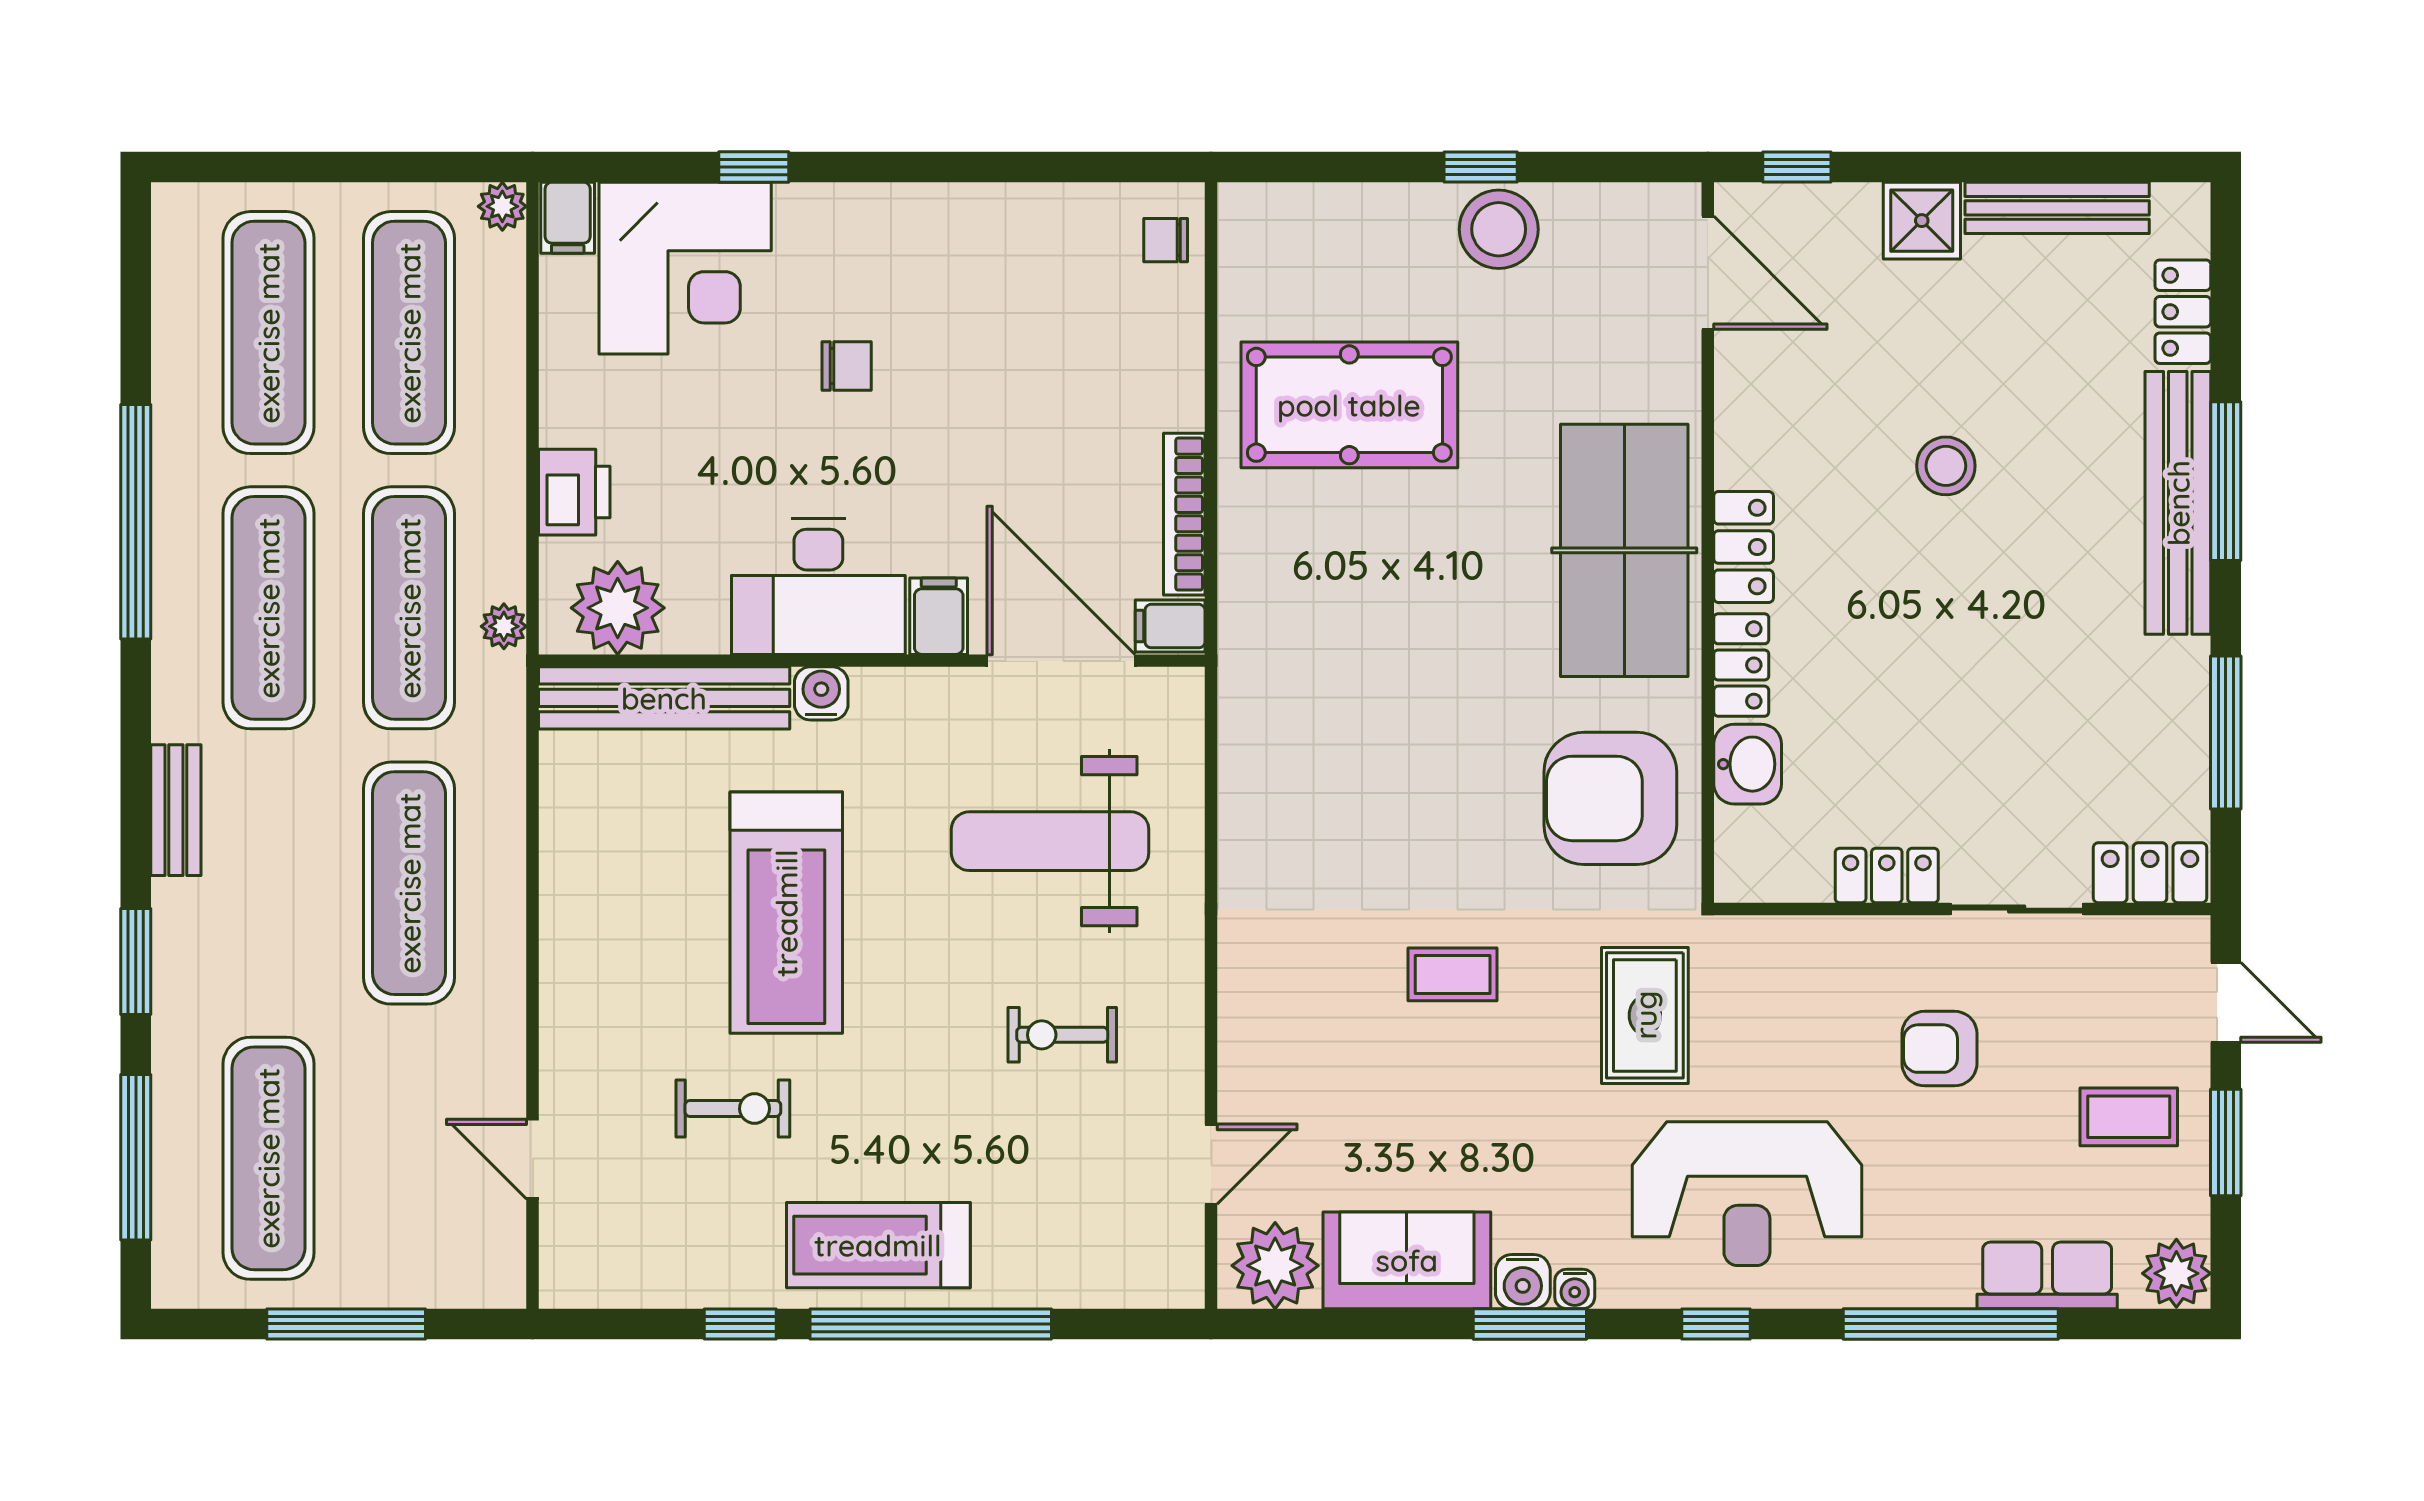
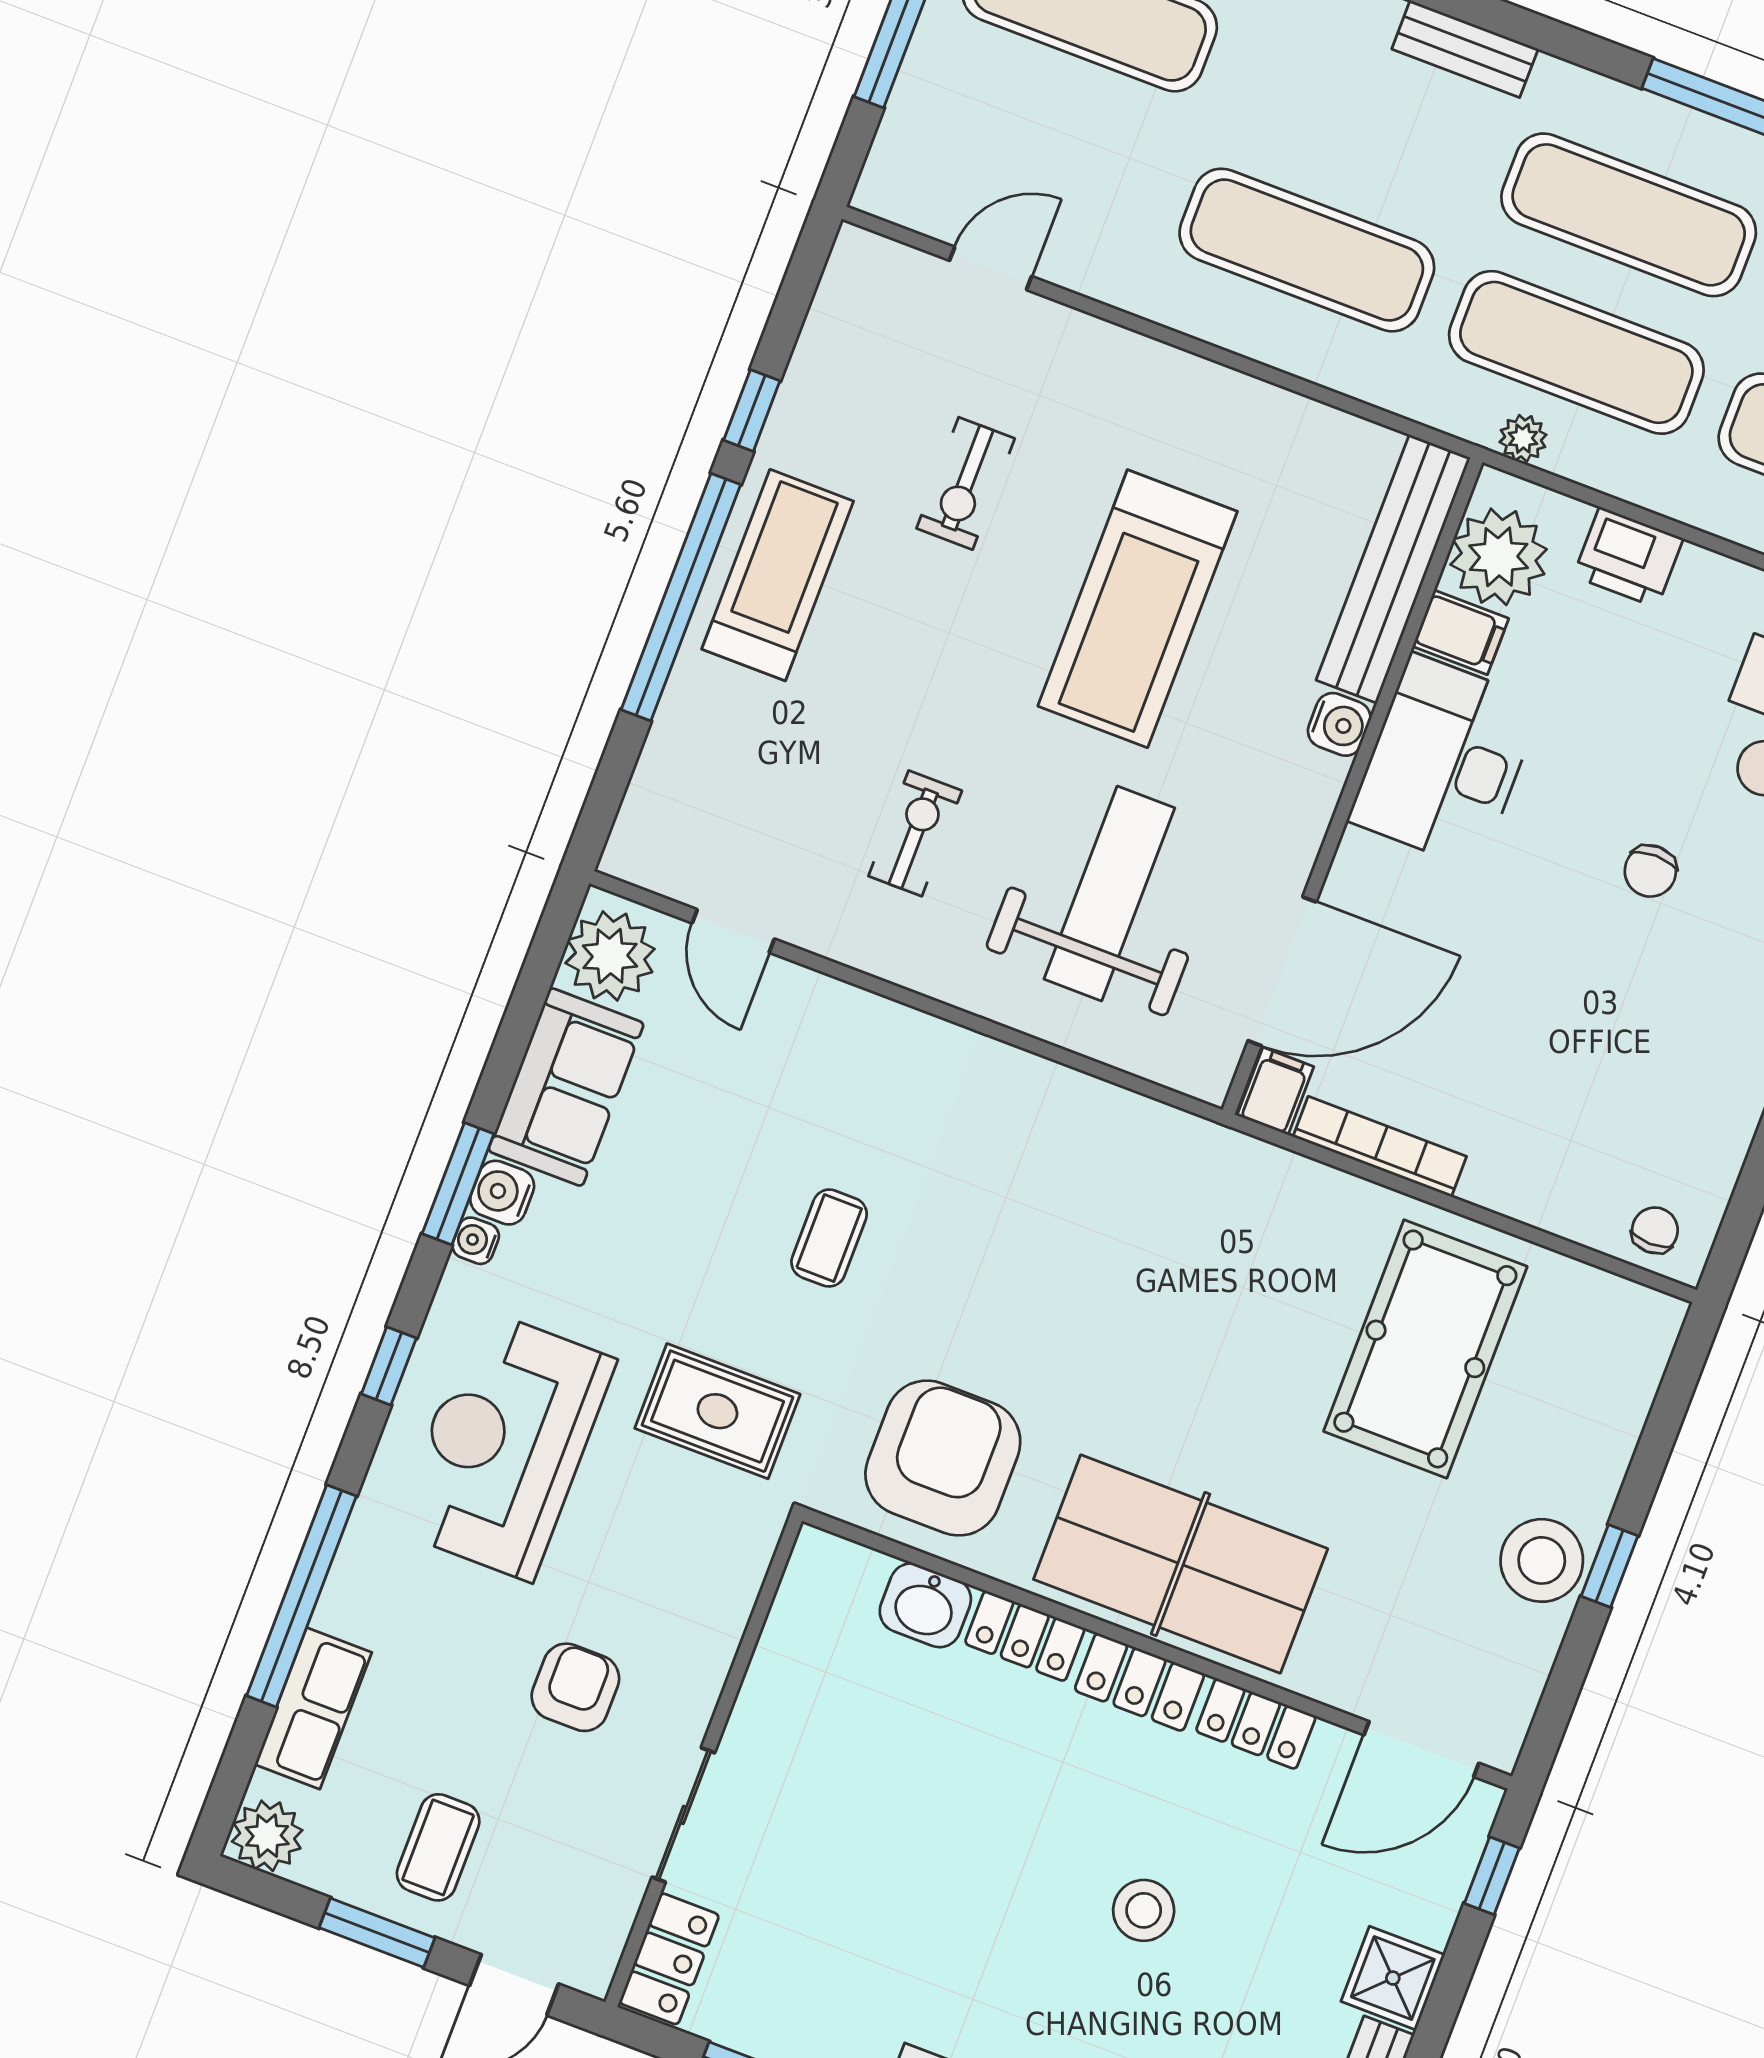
filing cabinet: (939, 616) -> (1461, 632), moved
locker: (1887, 876) -> (1256, 1724), moved, turned 90
treadmill: (786, 913) -> (1138, 609), turned -90

